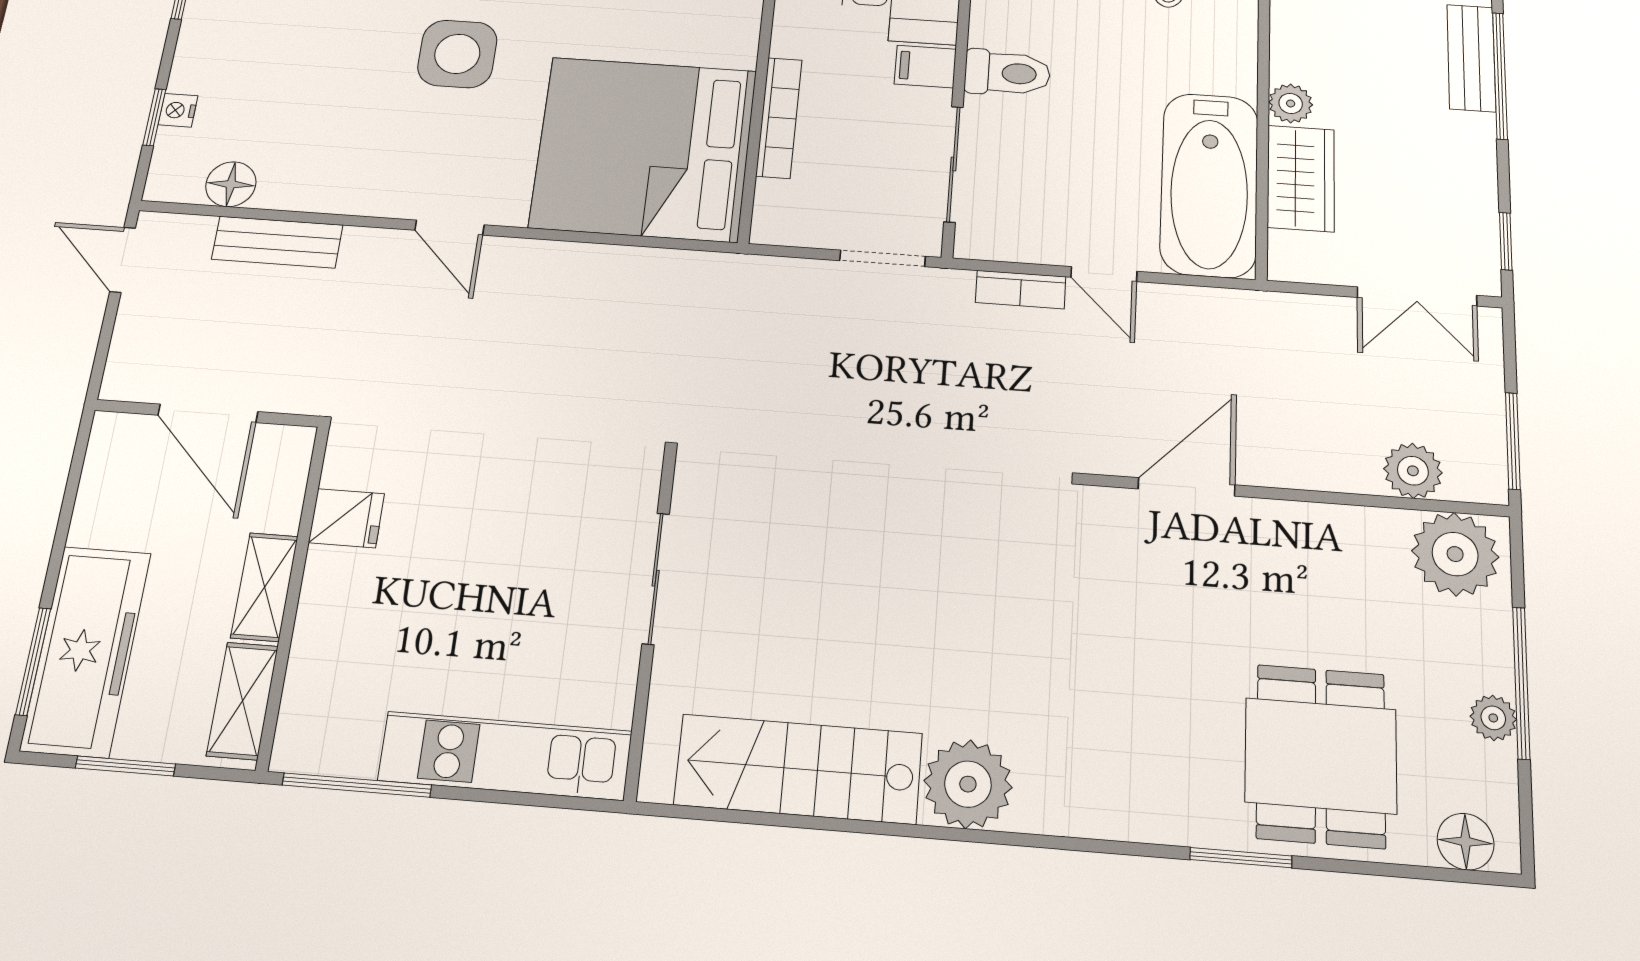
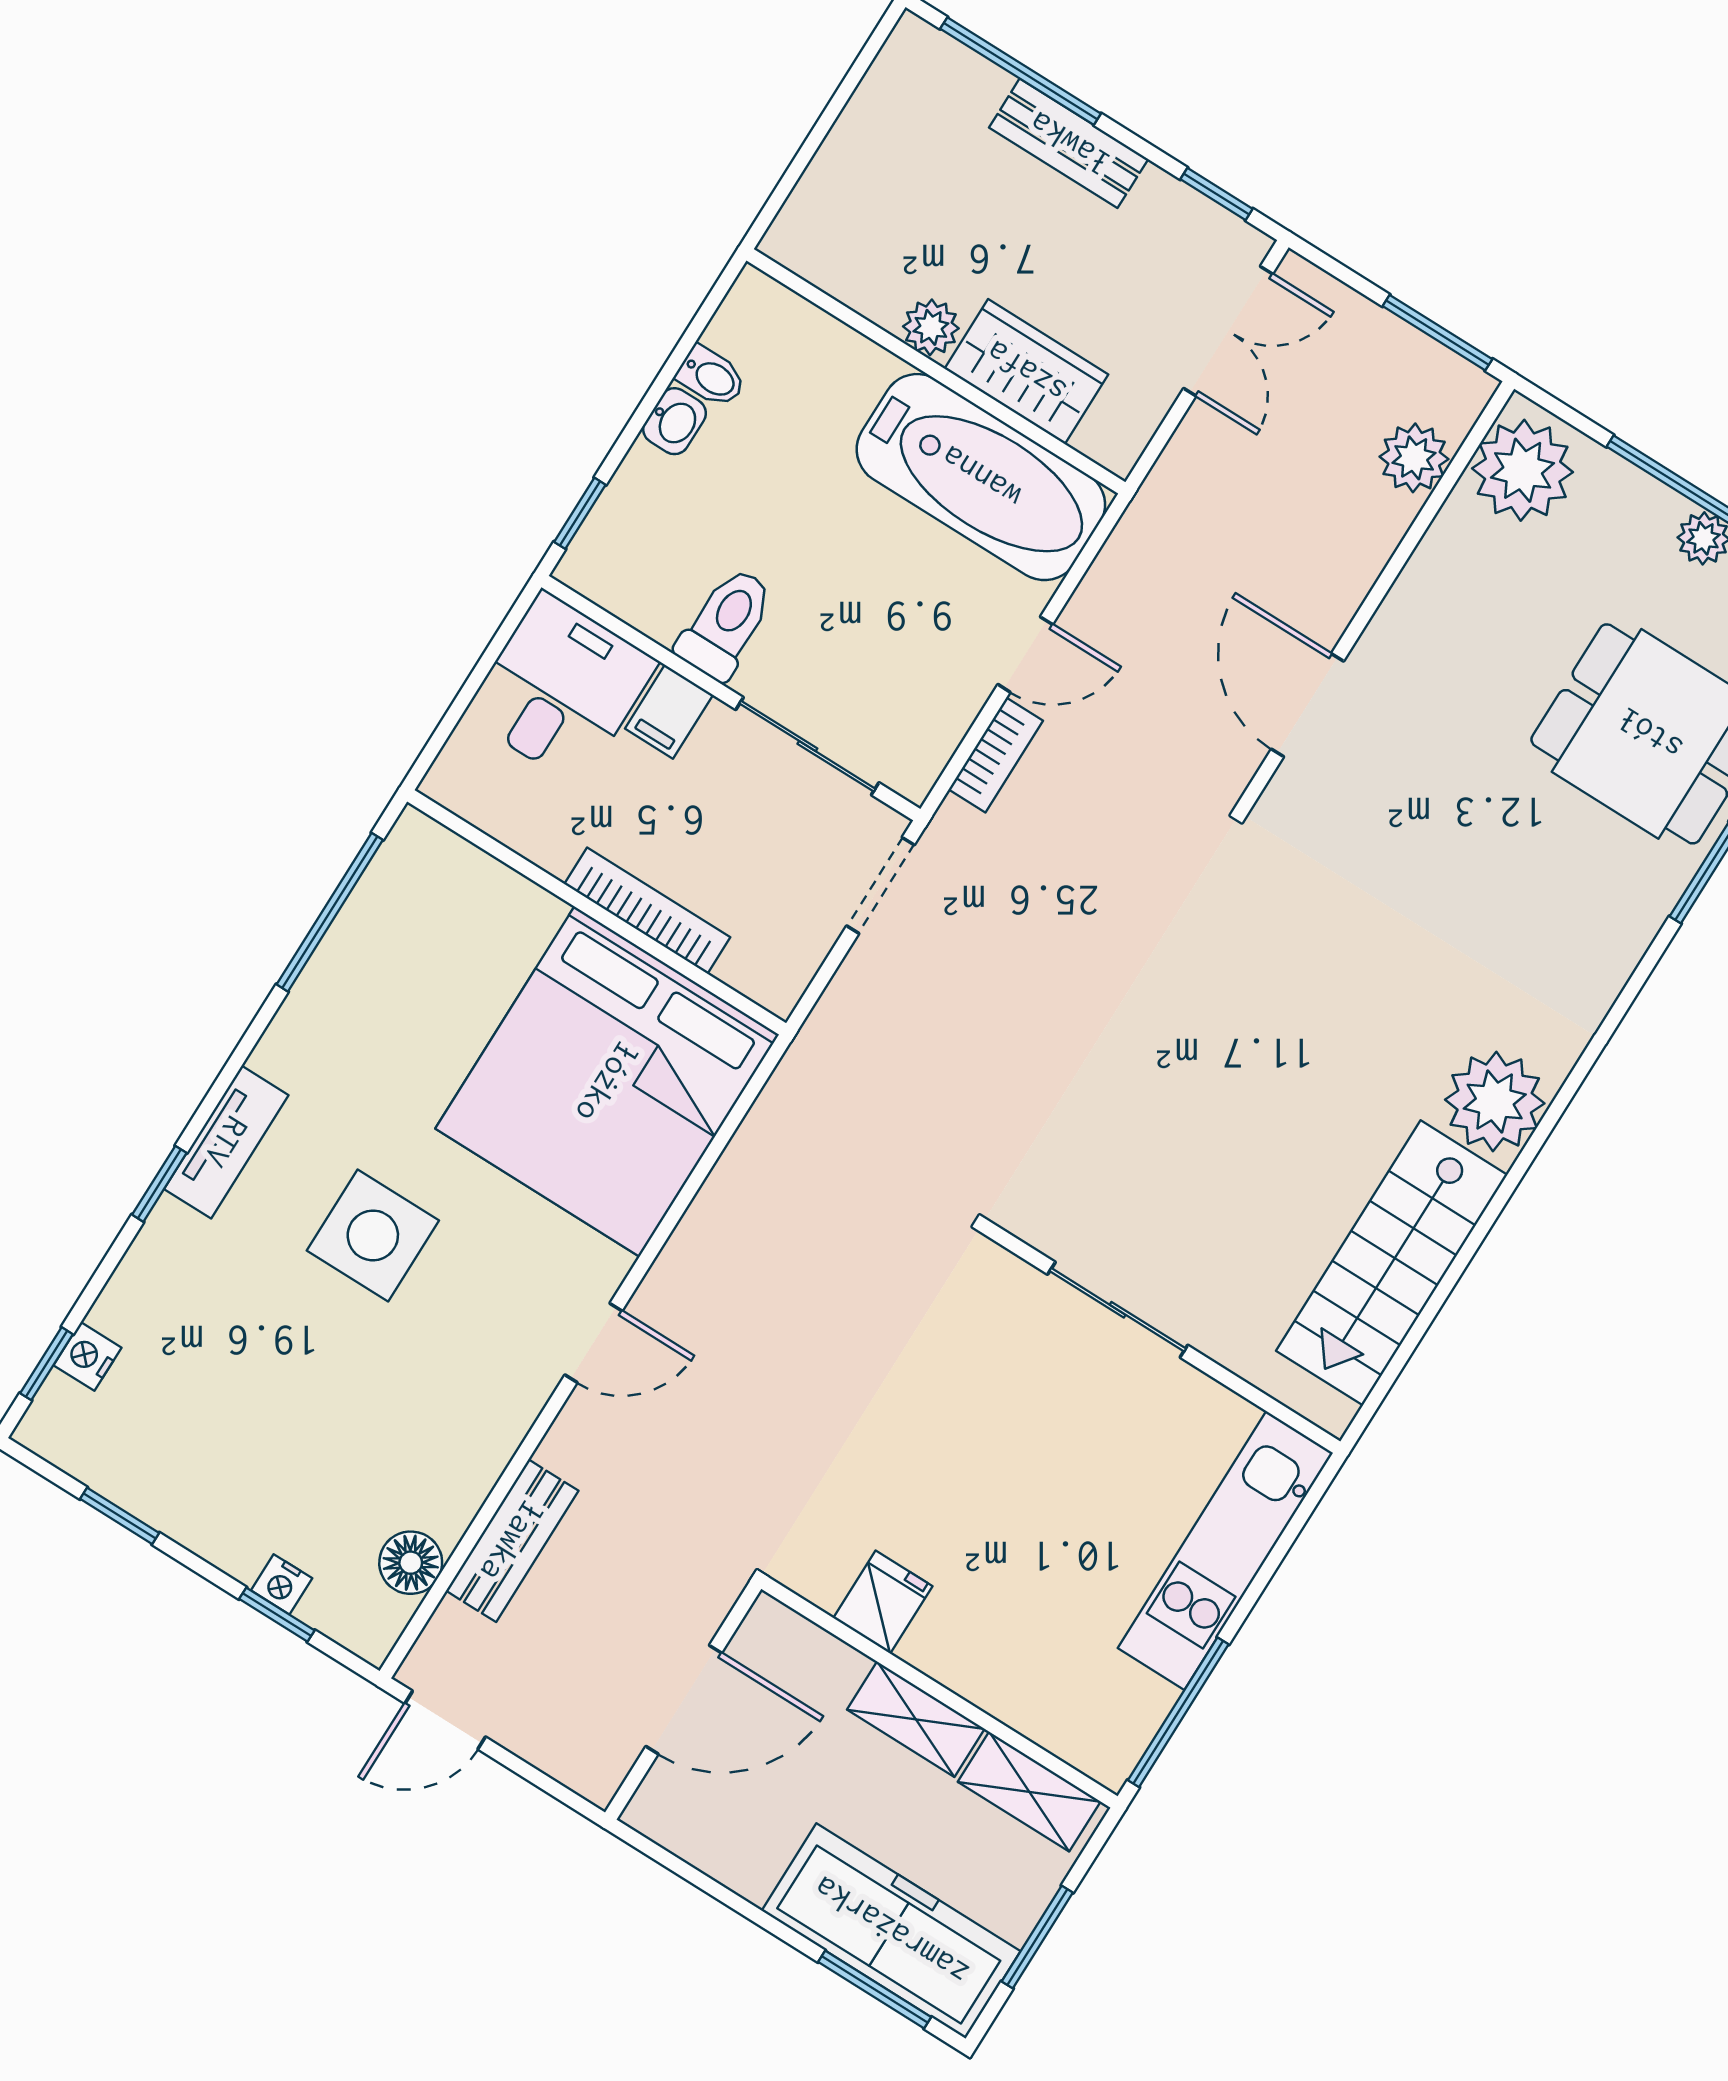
bench: (1471, 58) -> (1069, 143), moved

